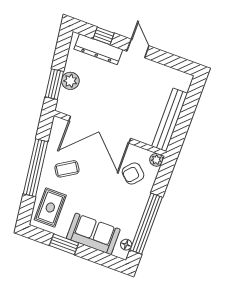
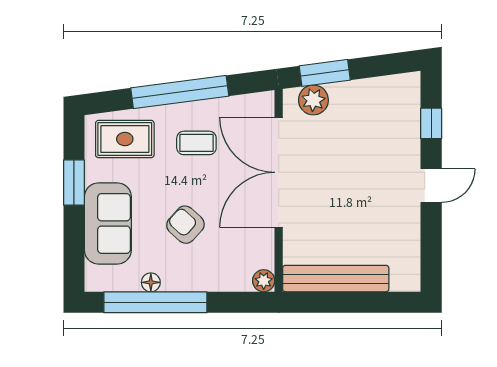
dresser: (98, 49) -> (407, 123), removed
plant: (70, 81) -> (313, 100), moved
coffee table: (67, 169) -> (196, 143), turned -58
armchair: (133, 173) -> (185, 225), moved
floor lamp: (126, 245) -> (151, 282), moved

